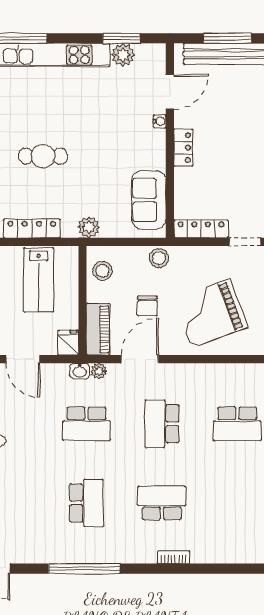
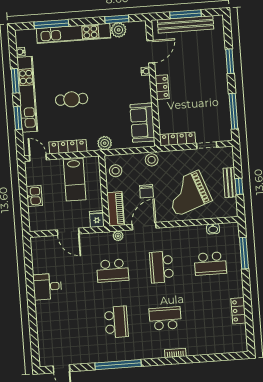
washbasin: (80, 371) -> (213, 229), moved

